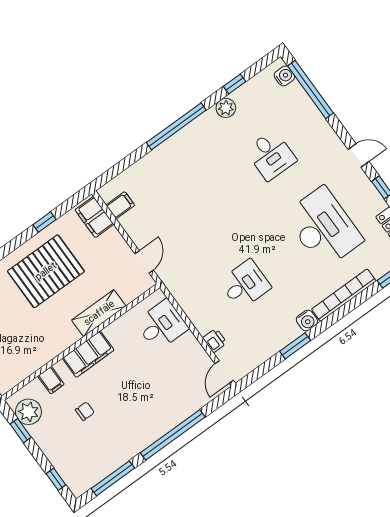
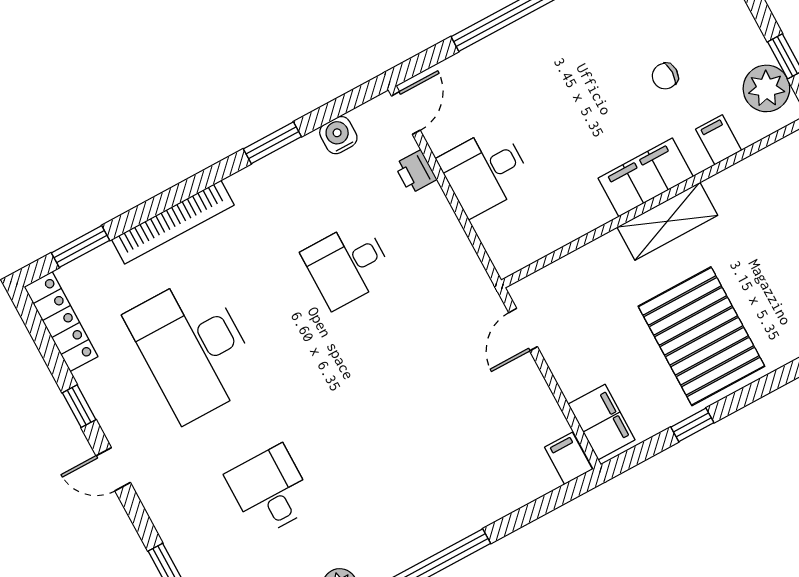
filing cabinet: (120, 205) -> (569, 458), moved, turned 90
pallet: (46, 271) -> (701, 336), turned 90
shelving: (99, 313) -> (667, 221), moved
water cooler: (307, 321) -> (338, 135), moved
desk: (162, 325) -> (485, 171), moved

